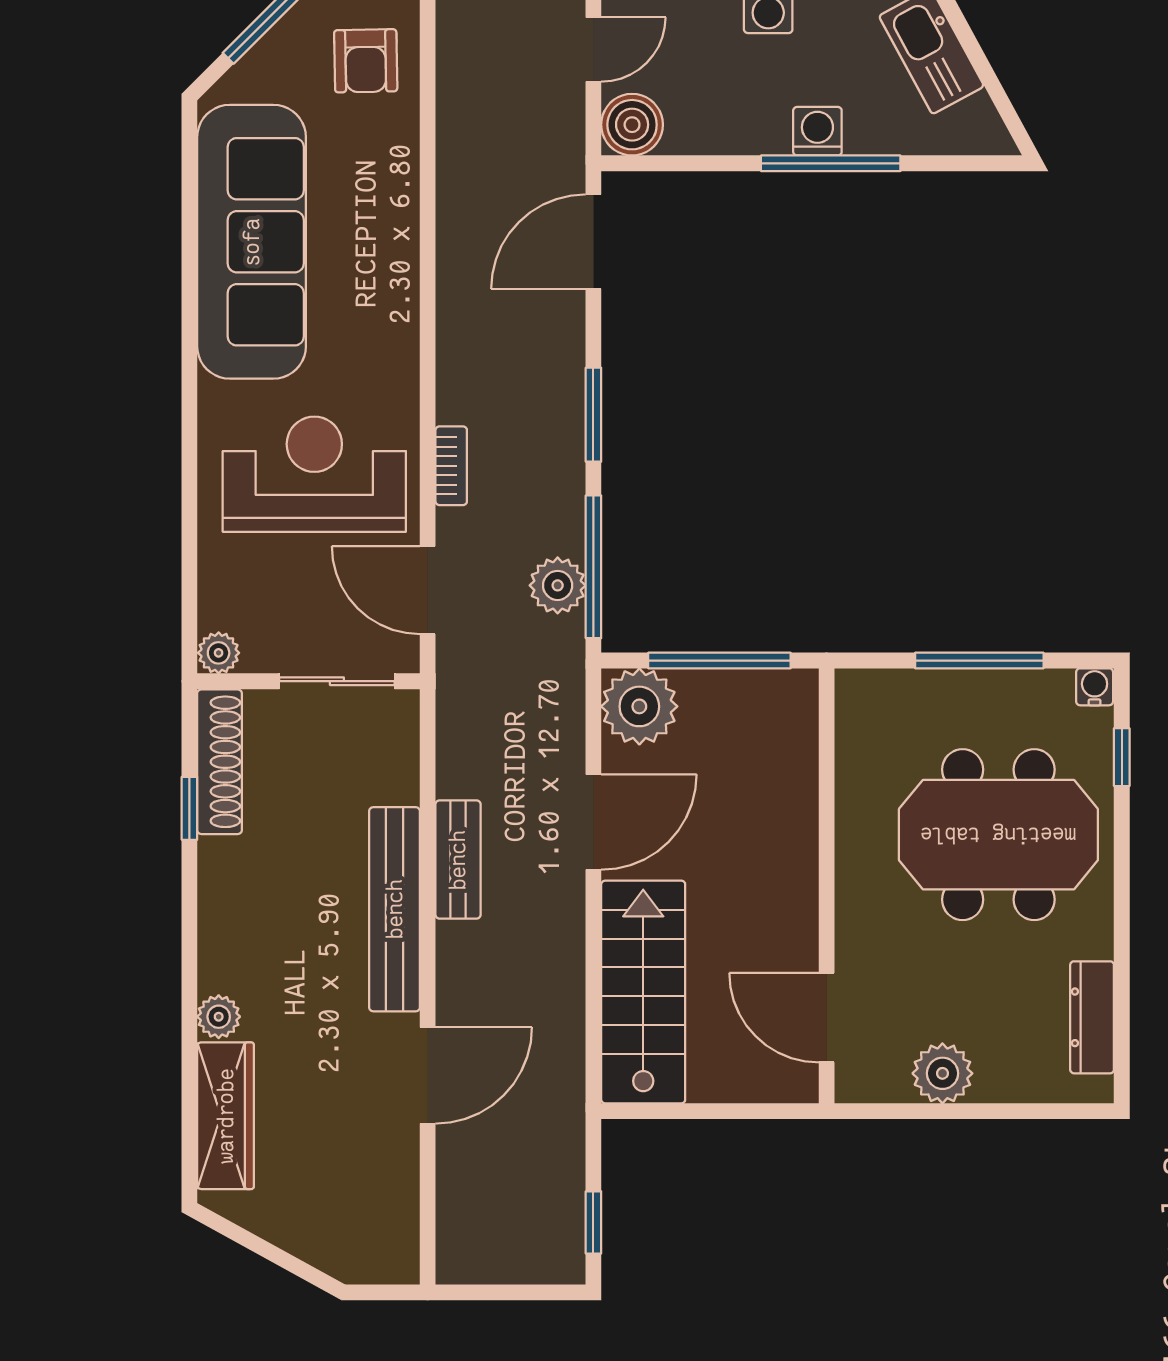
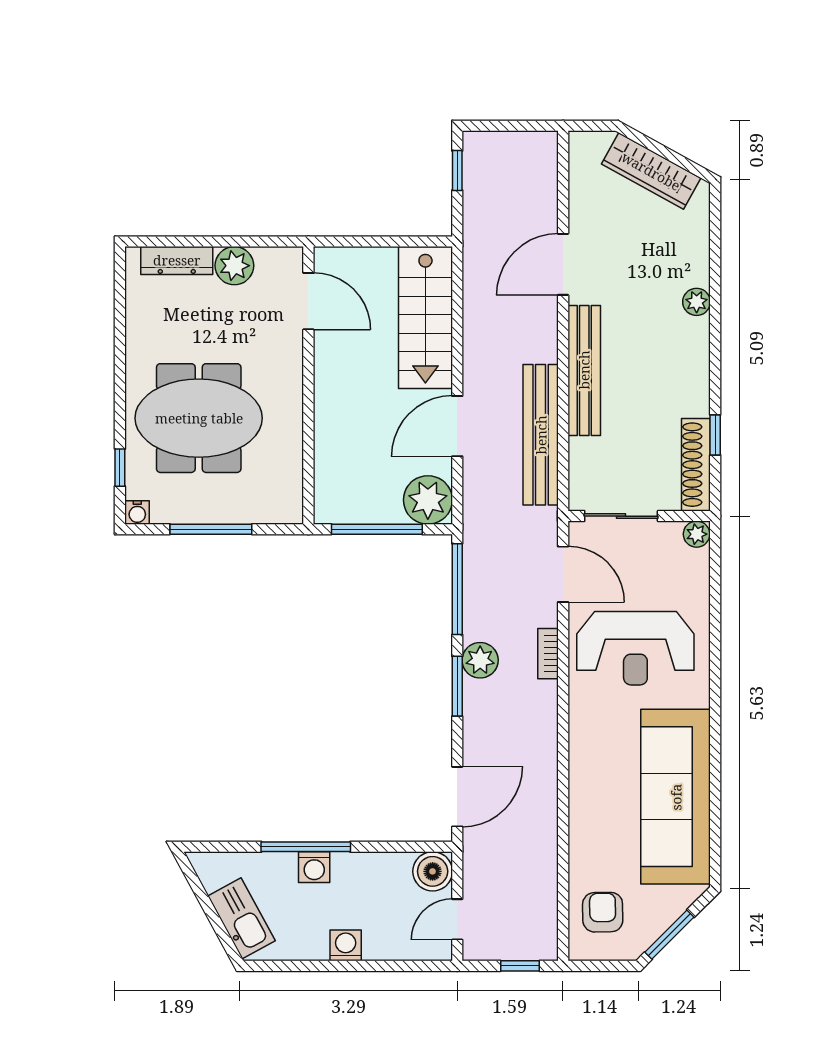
plant: (558, 585) -> (480, 660), moved
bench: (458, 860) -> (541, 435), width x1.86, depth x1.21
dresser: (1092, 1017) -> (177, 260), moved, turned 90
wardrobe: (226, 1116) -> (651, 171), moved, turned -61

